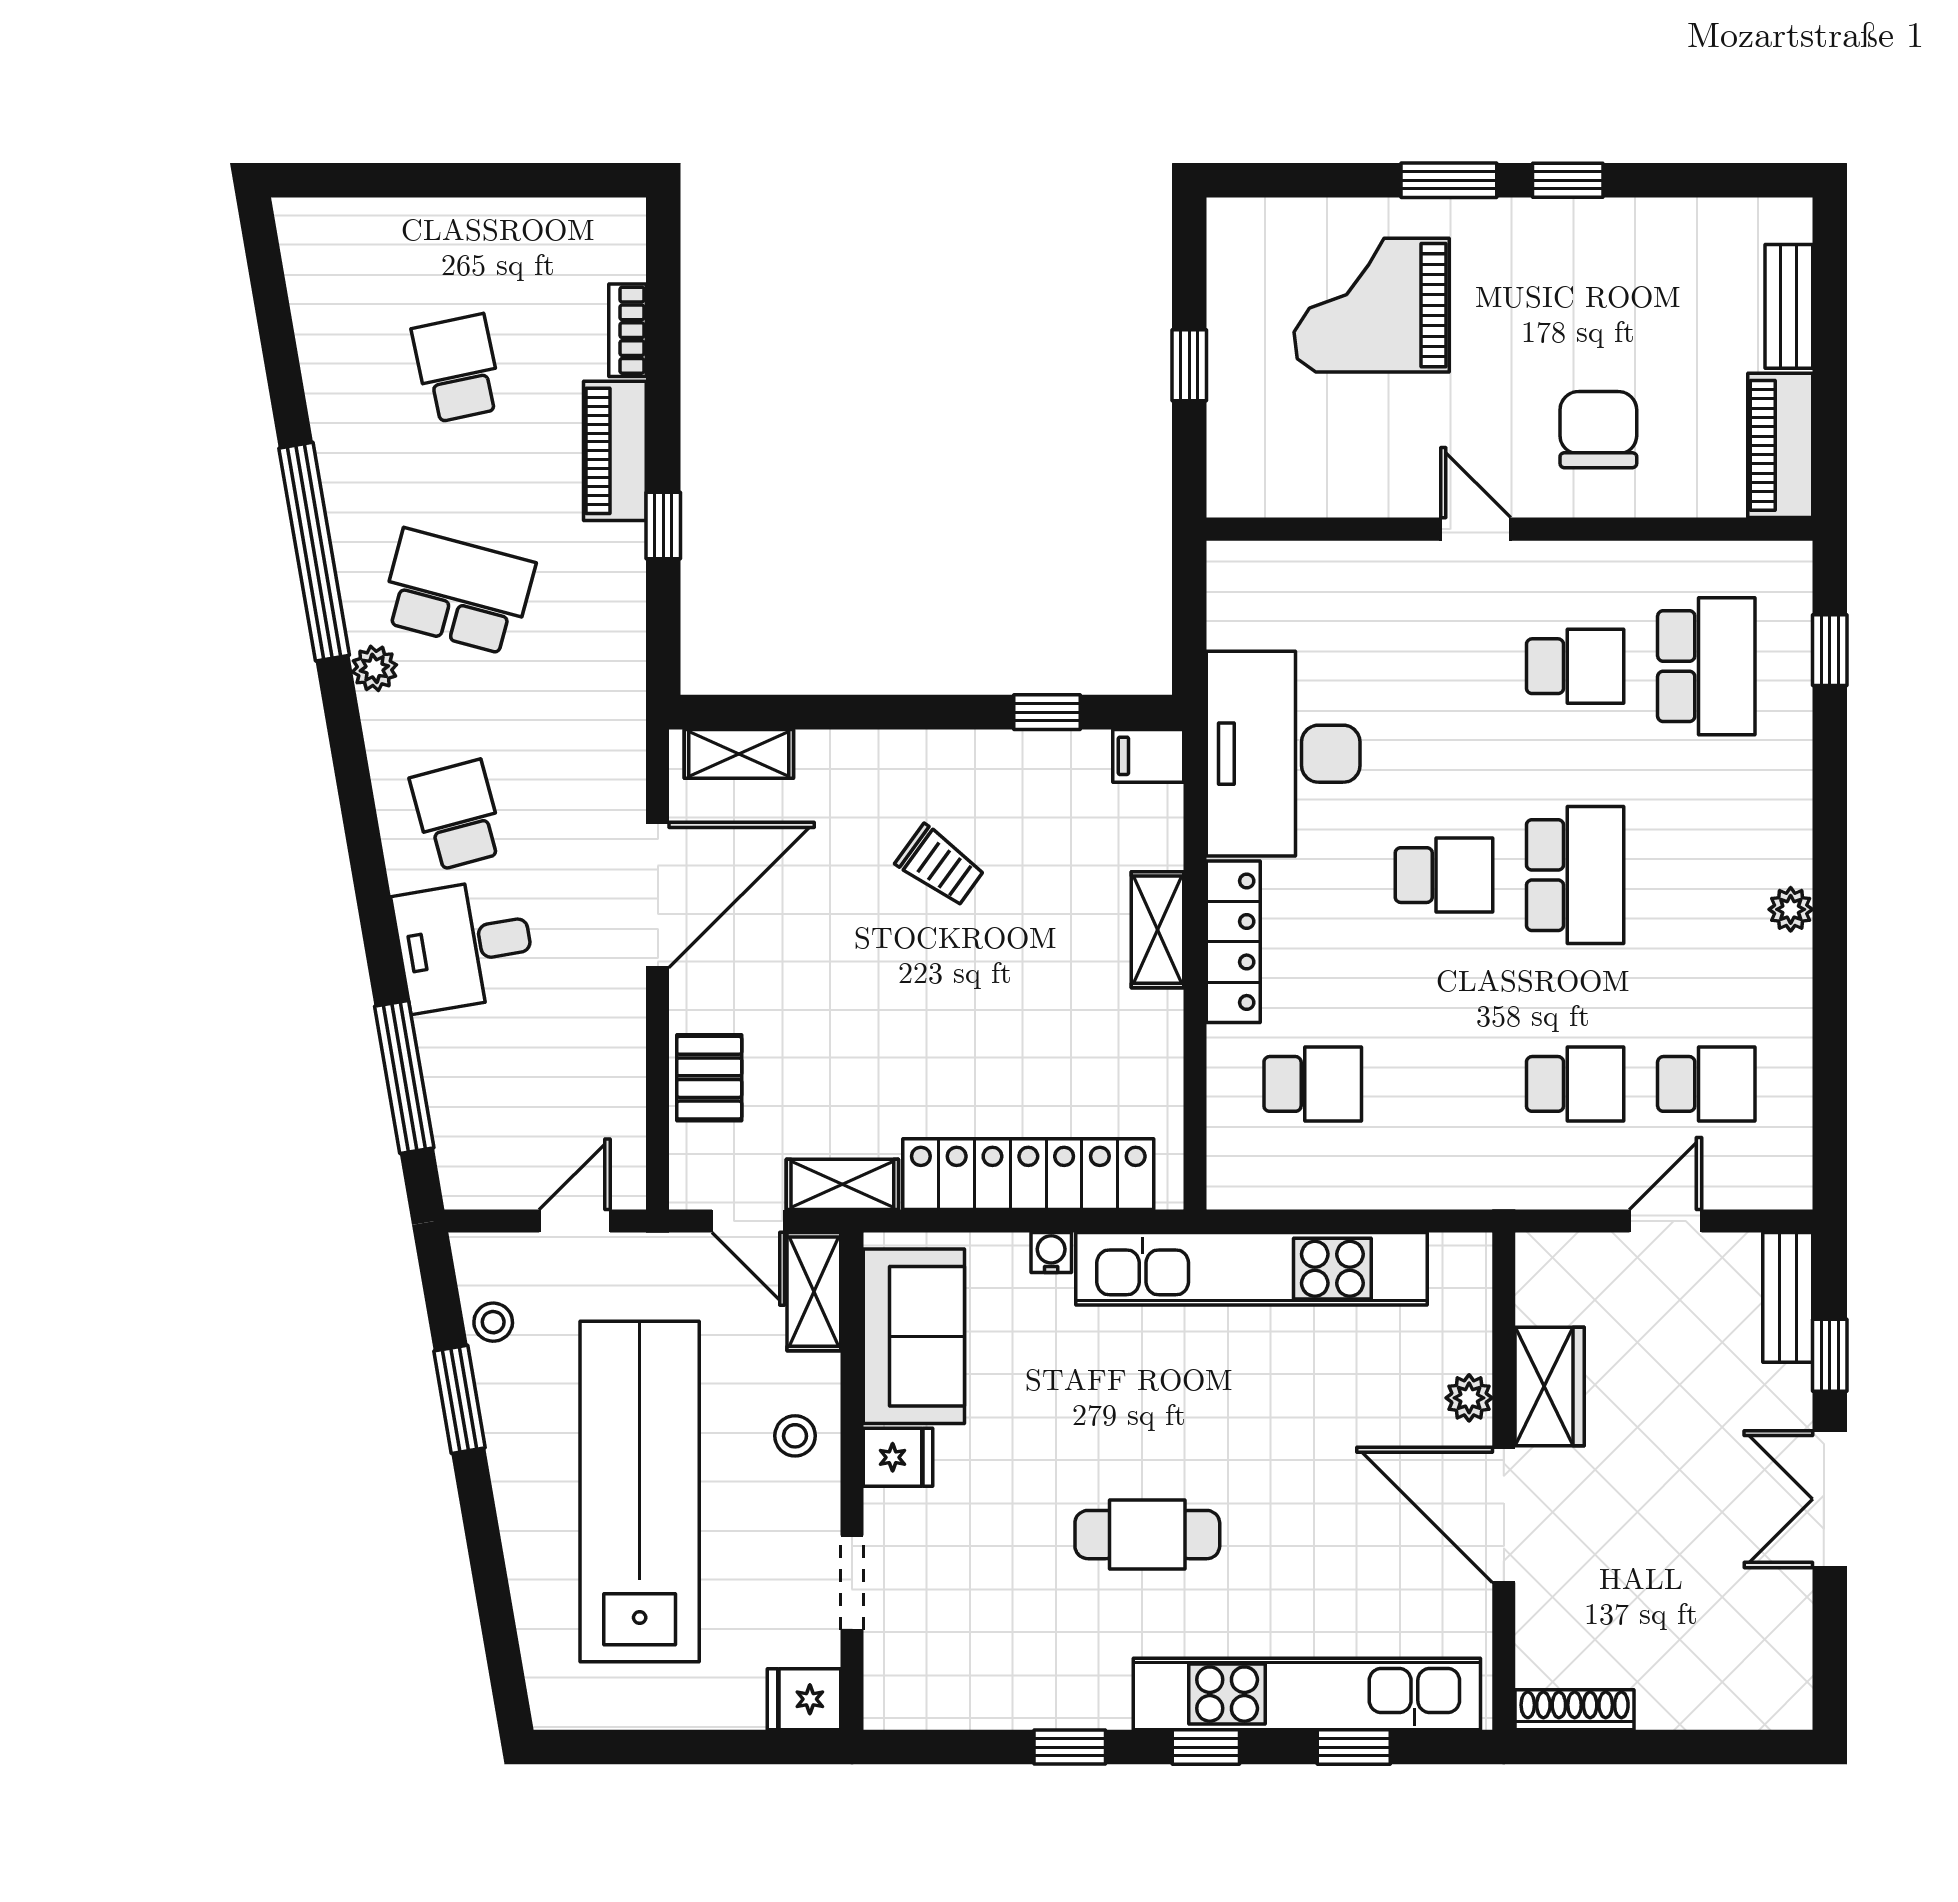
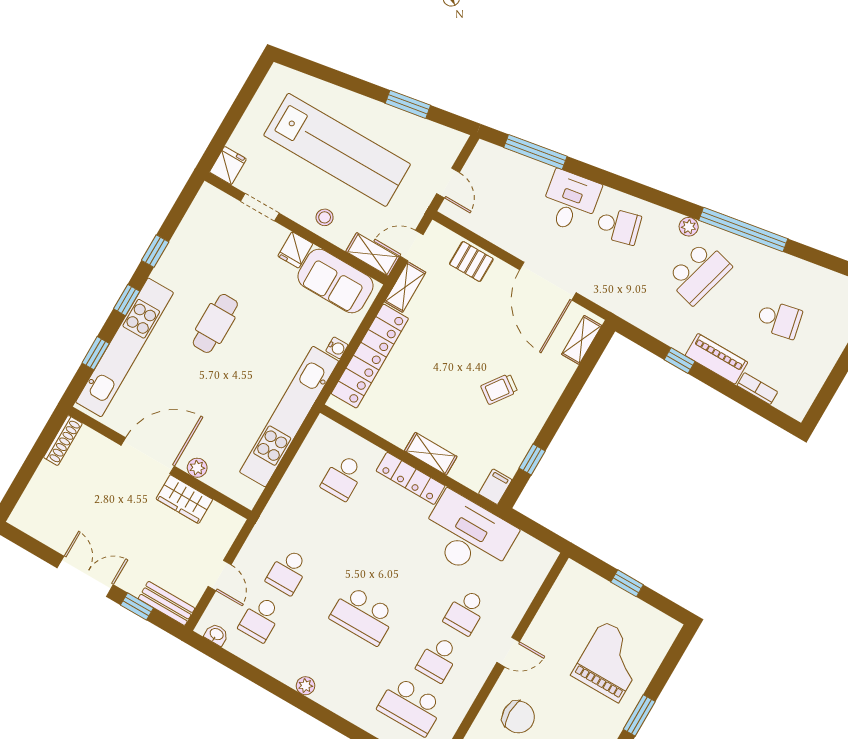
school desk: (1444, 875) -> (466, 612), moved
washbasin: (1792, 1156) -> (216, 635), added
stool: (493, 1322) -> (429, 133), removed

